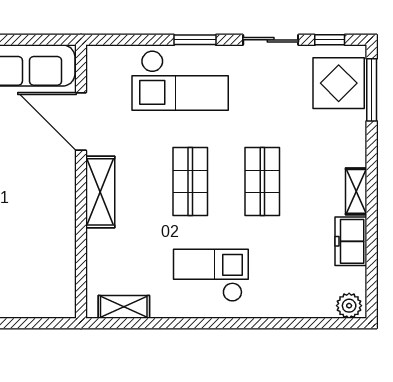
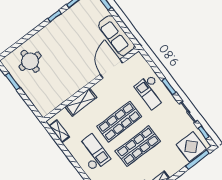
checkout: (180, 80) -> (151, 92), width x0.73, depth x0.83
shop shelf: (190, 181) -> (119, 122), width x1.43, depth x1.36
shop shelf: (262, 181) -> (138, 146), width x1.43, depth x1.36
shelving: (100, 192) -> (81, 102), moved

